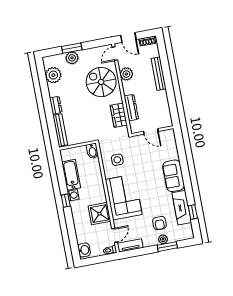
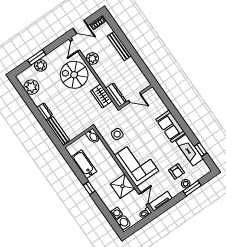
dresser: (131, 108) -> (116, 95), moved
washing machine: (73, 195) -> (116, 213), moved

